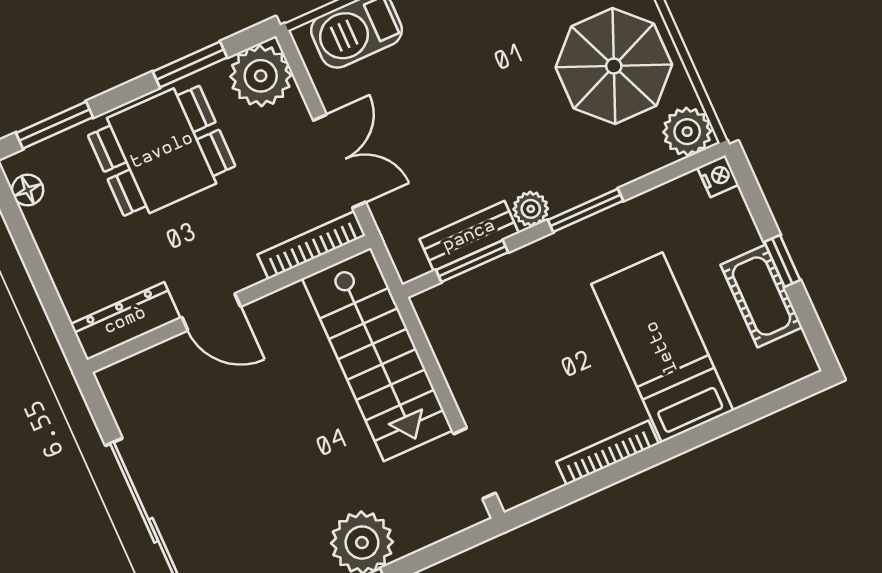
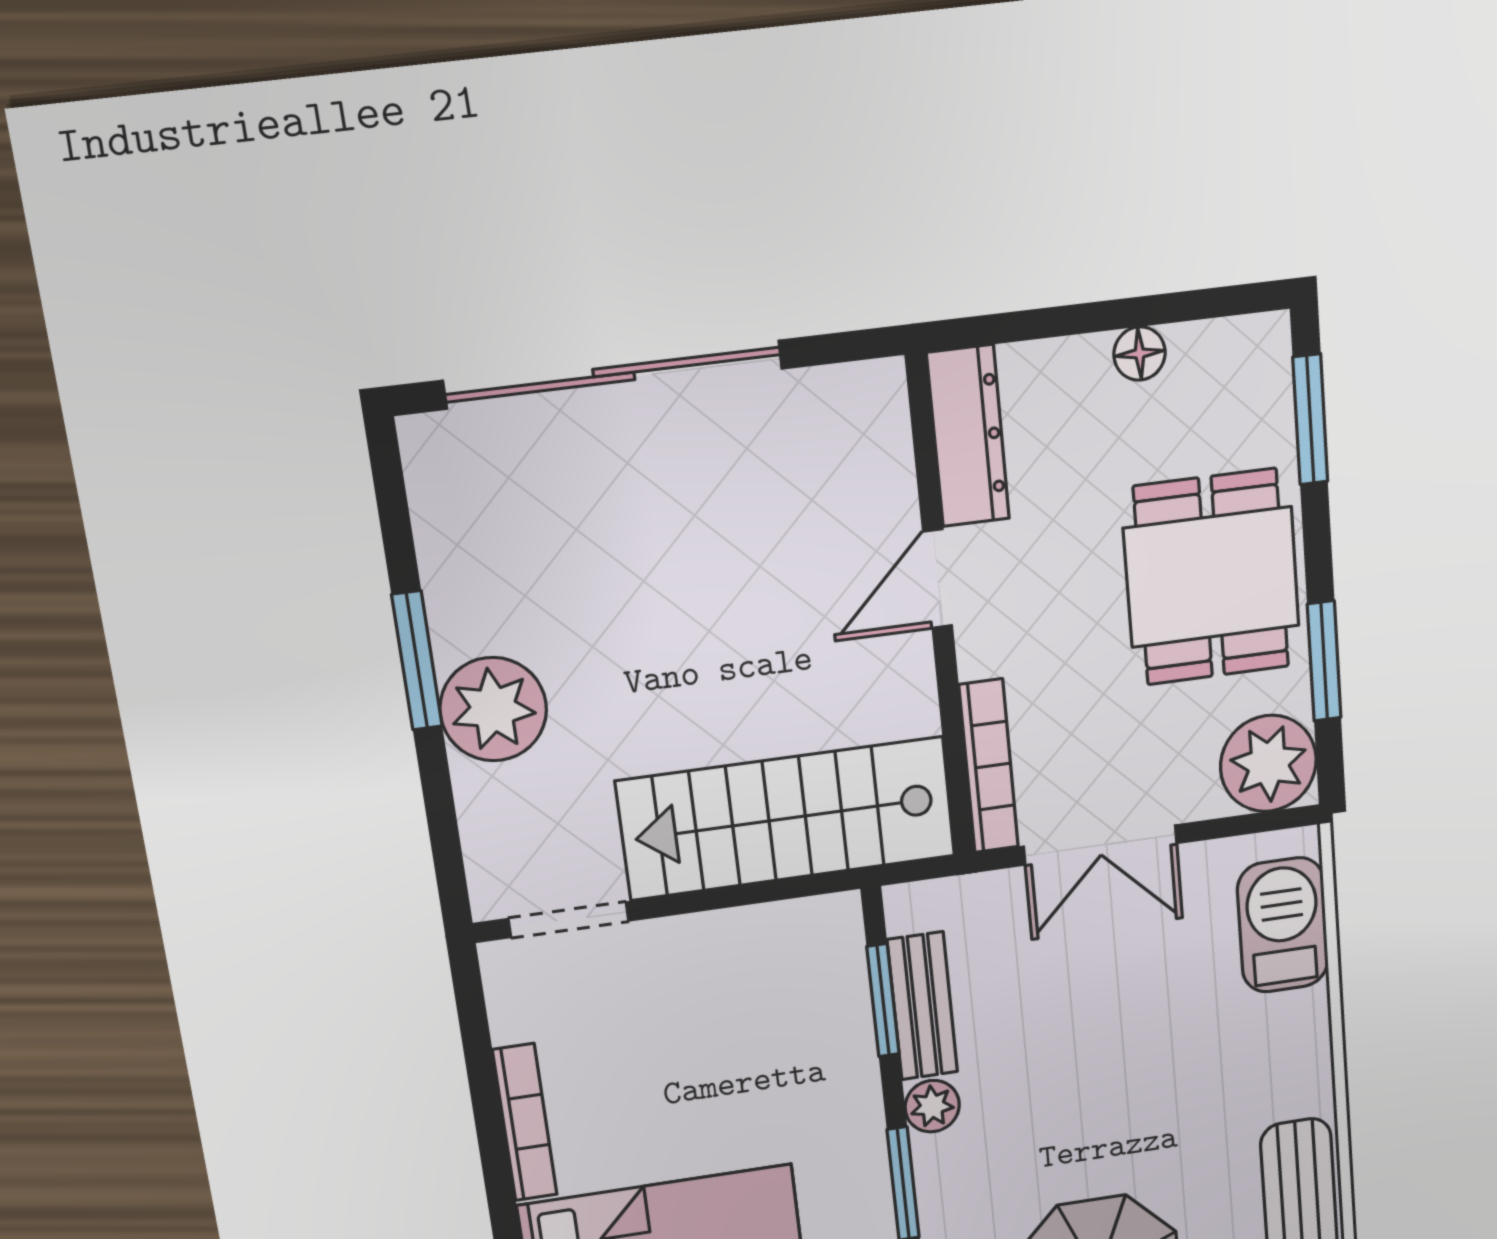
floor lamp: (28, 190) -> (1140, 353), moved

